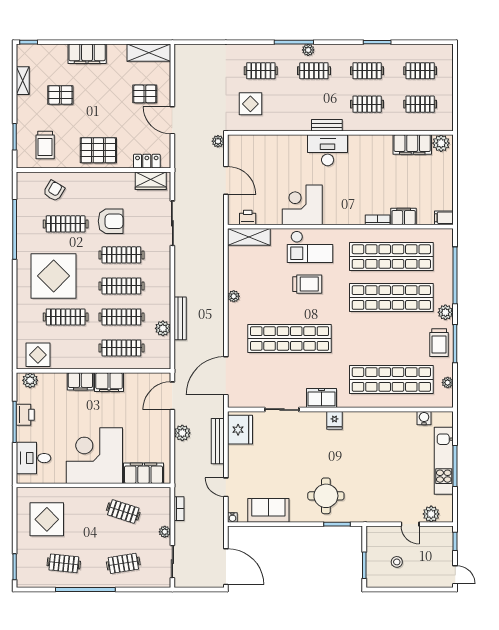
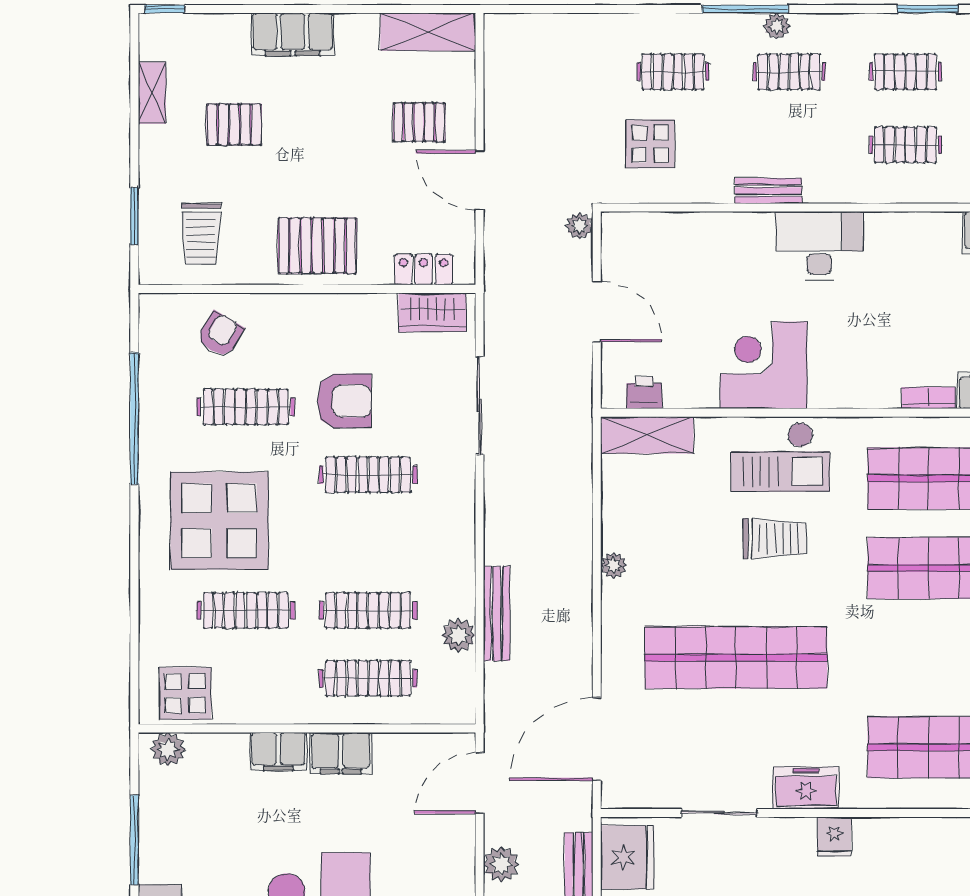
bench: (327, 125) -> (769, 191), moved
clothes rail: (121, 286) -> (368, 543), removed
printer: (25, 415) -> (158, 825), removed

